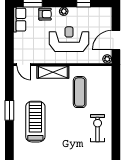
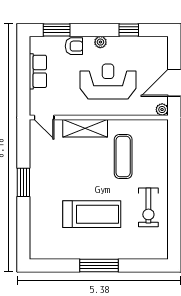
row of seats: (20, 20) -> (38, 71), moved
treadmill: (35, 122) -> (92, 214), moved, turned 90
exercise bike: (98, 128) -> (148, 207), turned 180

